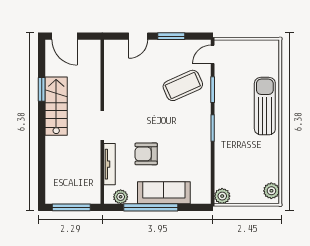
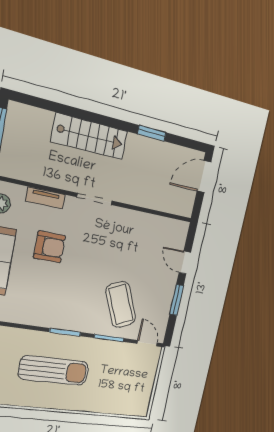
stairs: (56, 106) -> (90, 136), moved
sun lounger: (265, 106) -> (54, 371), moved
armchair: (146, 154) -> (49, 247), turned 90
tv unit: (110, 164) -> (45, 198), width x0.71

